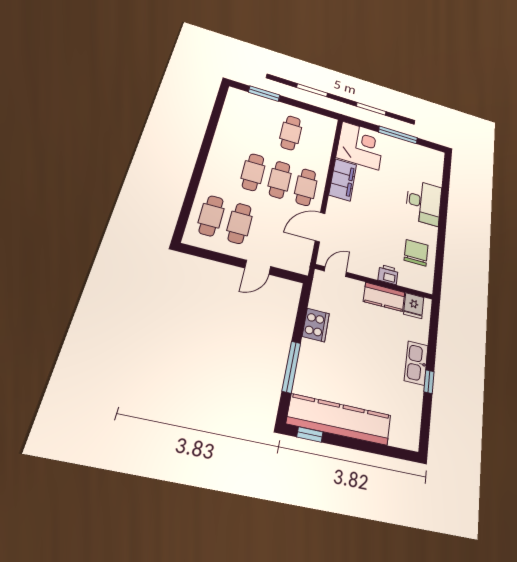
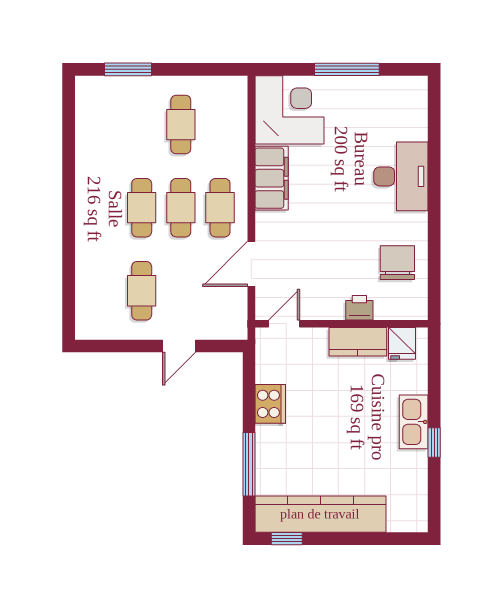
cafe table: (211, 216) -> (102, 291), removed

